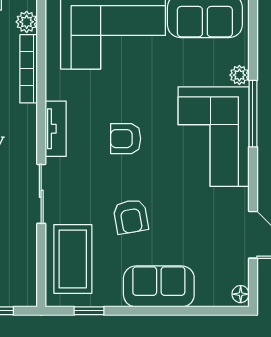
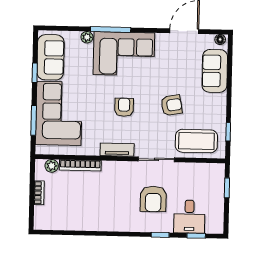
armchair: (126, 139) -> (124, 107), turned 180
sofa: (159, 286) -> (215, 71), moved

